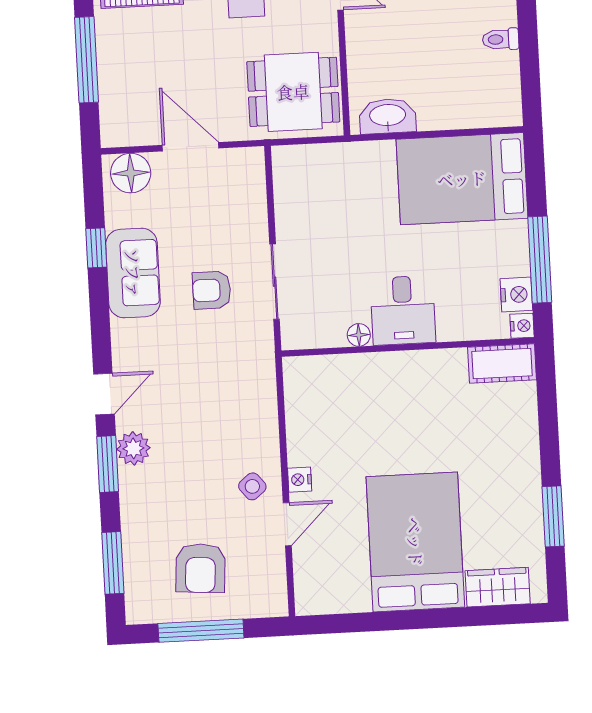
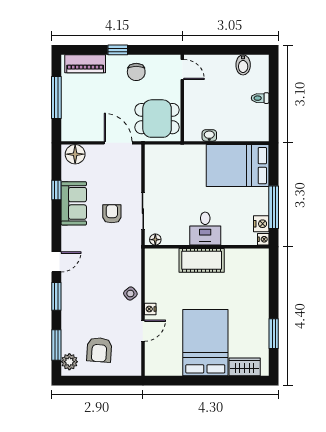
washbasin: (388, 116) -> (209, 135), width x0.52, depth x0.69
door: (191, 147) -> (118, 143), moved
armchair: (212, 290) -> (112, 214), turned 90
floor lamp: (359, 335) -> (155, 240), moved
cot: (502, 364) -> (202, 260), moved, width x1.37, depth x1.34
plant: (133, 448) -> (69, 362), moved
side table: (252, 486) -> (130, 294), moved
window: (201, 631) -> (98, 381), removed

